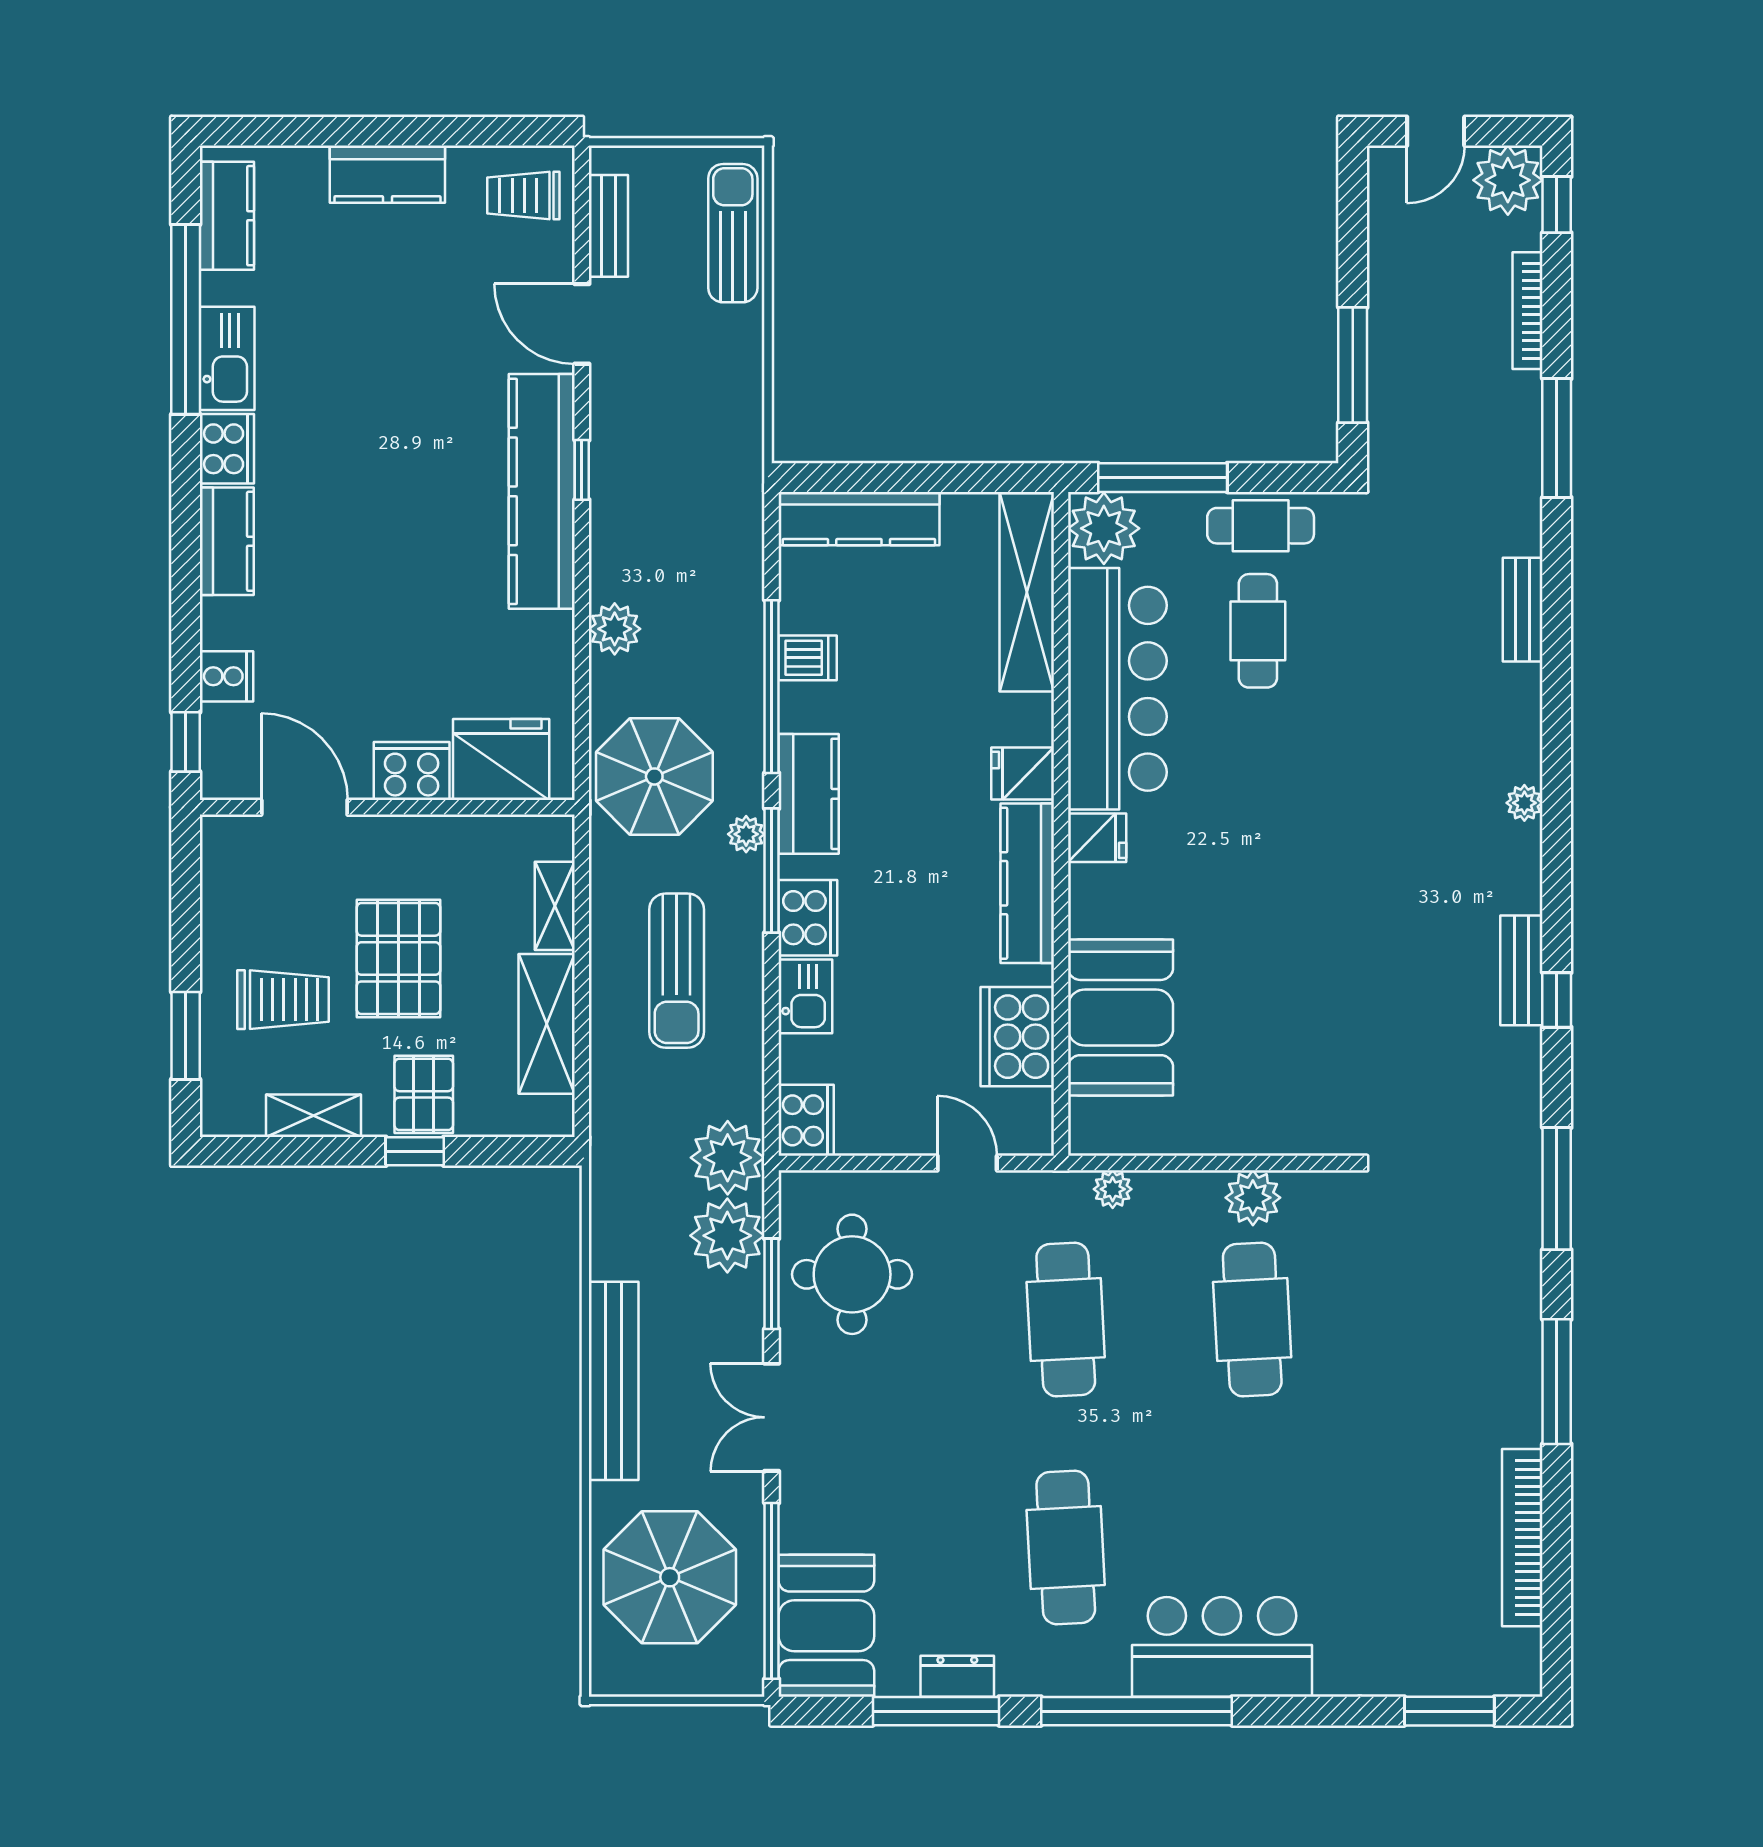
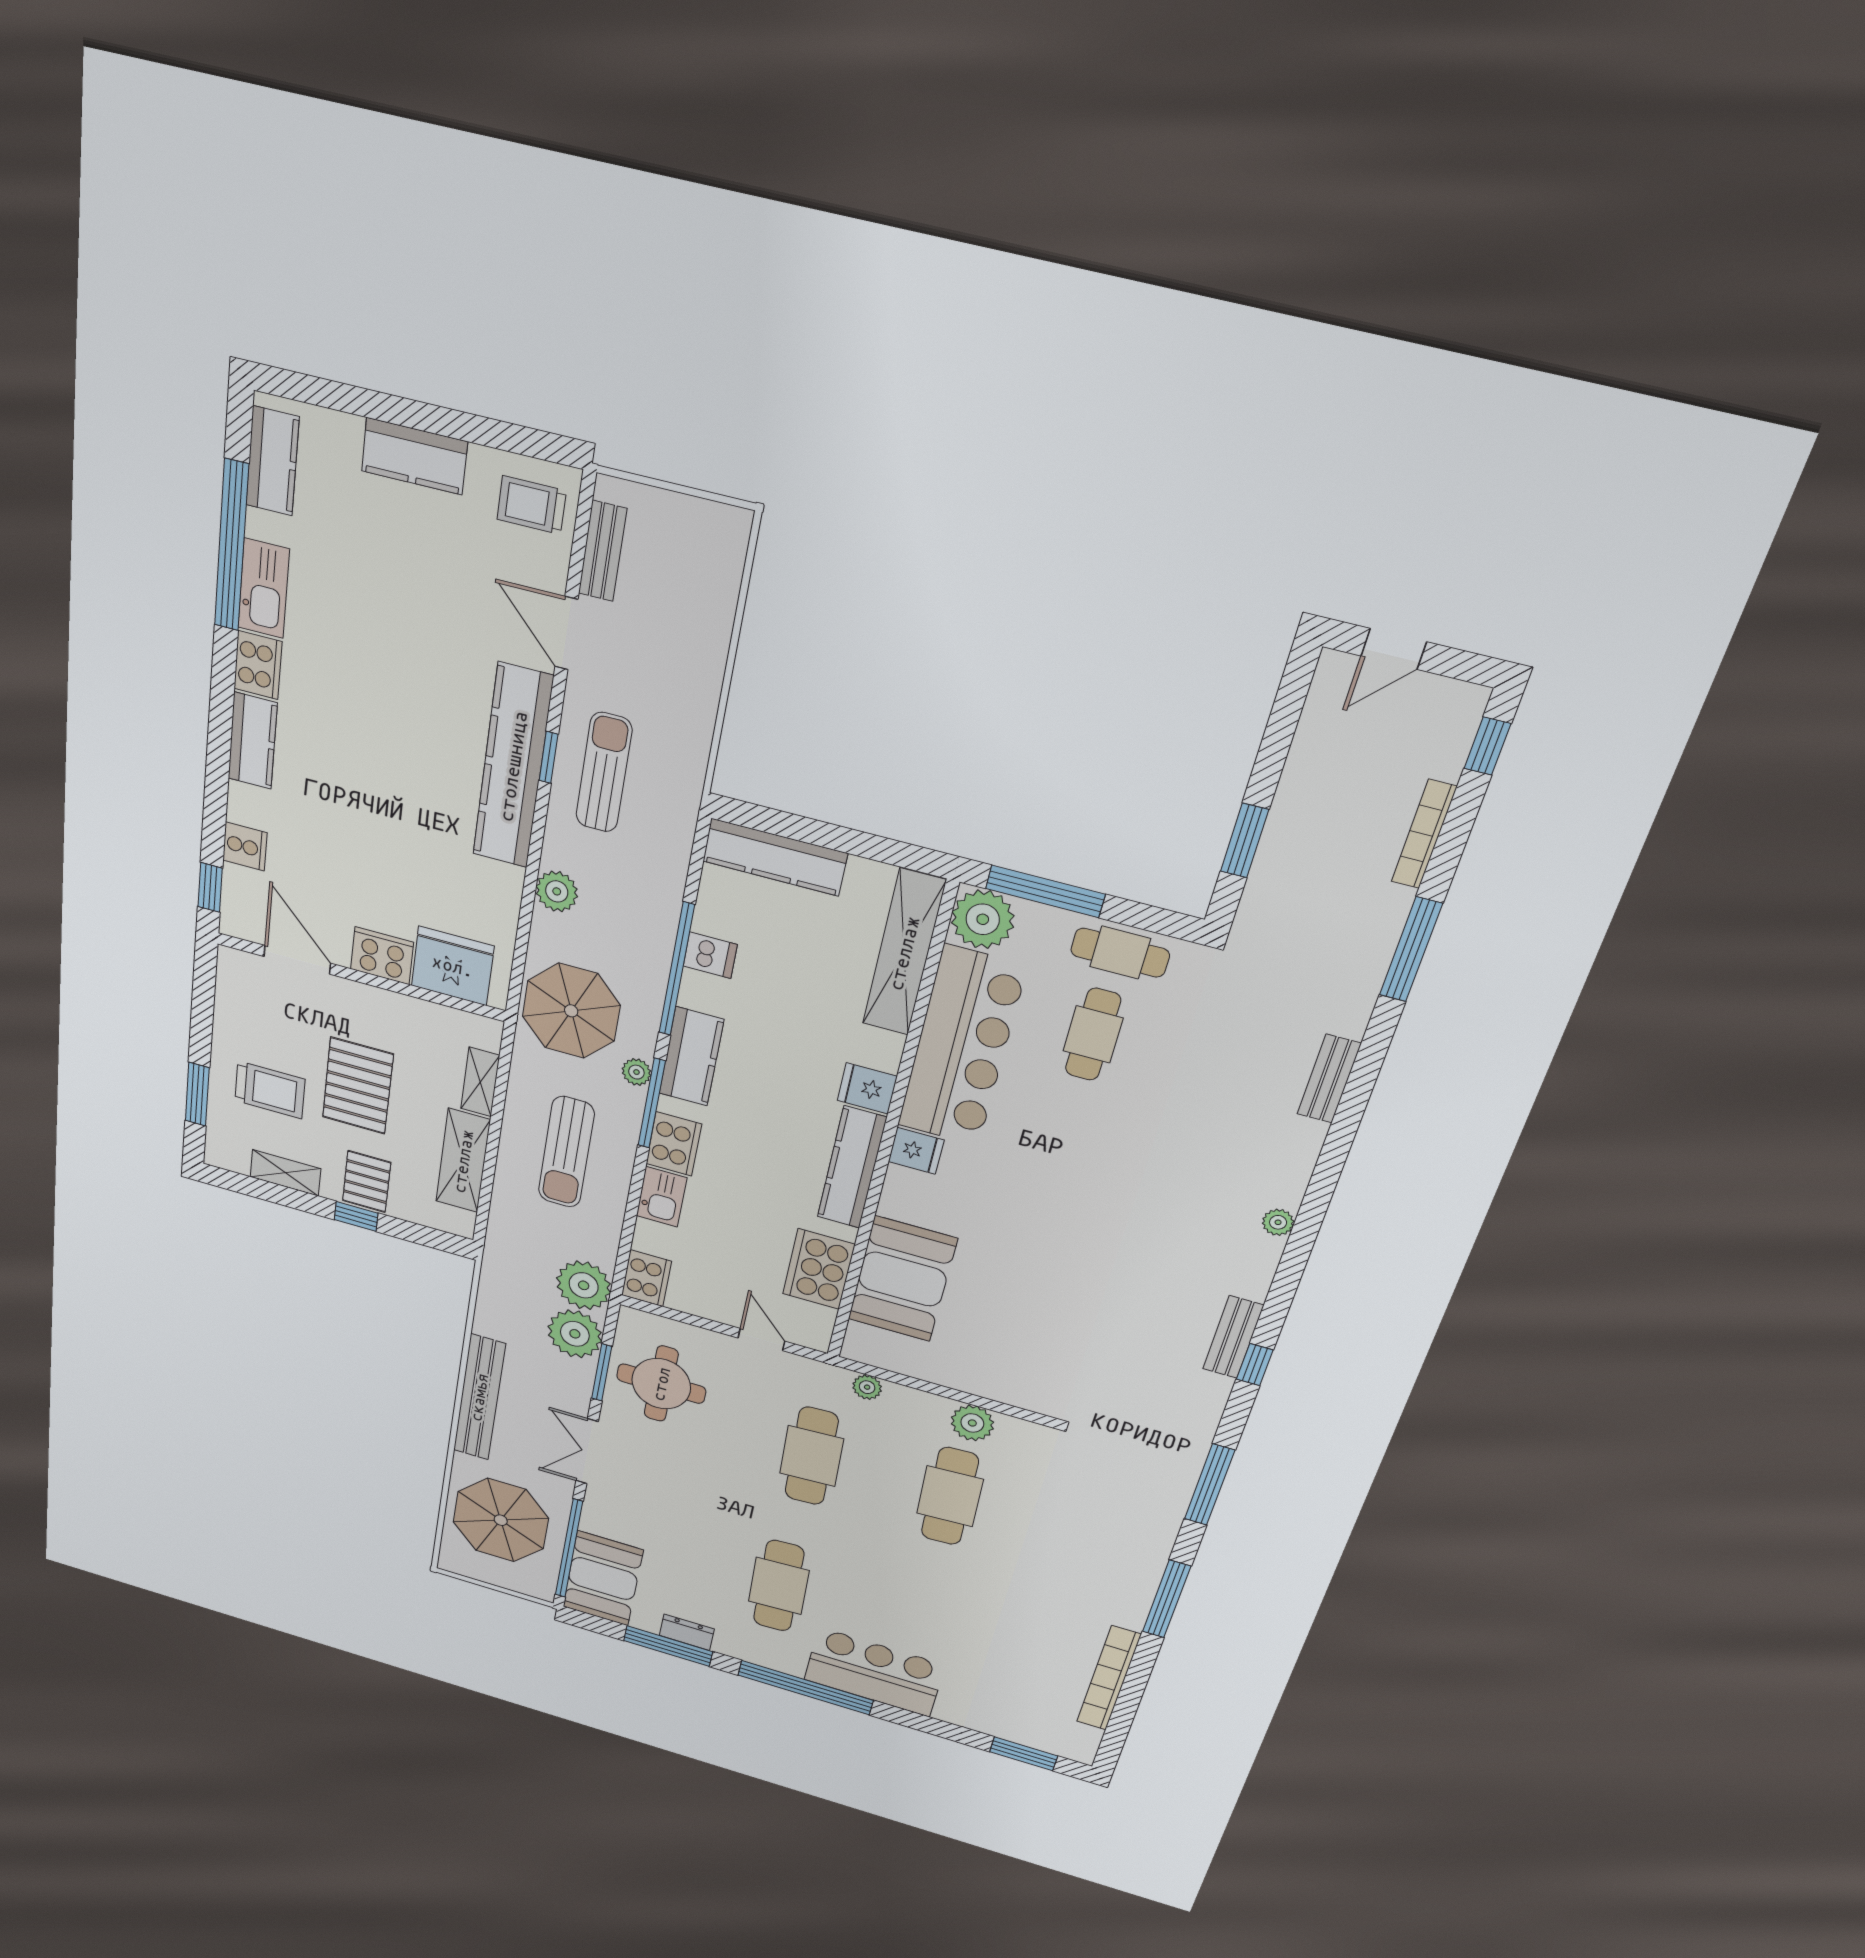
plant: (1508, 180) -> (1448, 712), removed
sun lounger: (733, 233) -> (604, 773), moved
window: (1353, 365) -> (1244, 841), width x0.69

